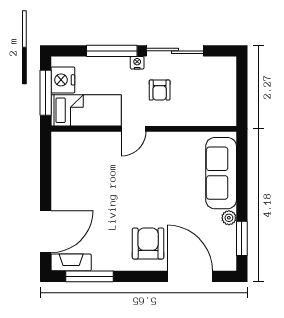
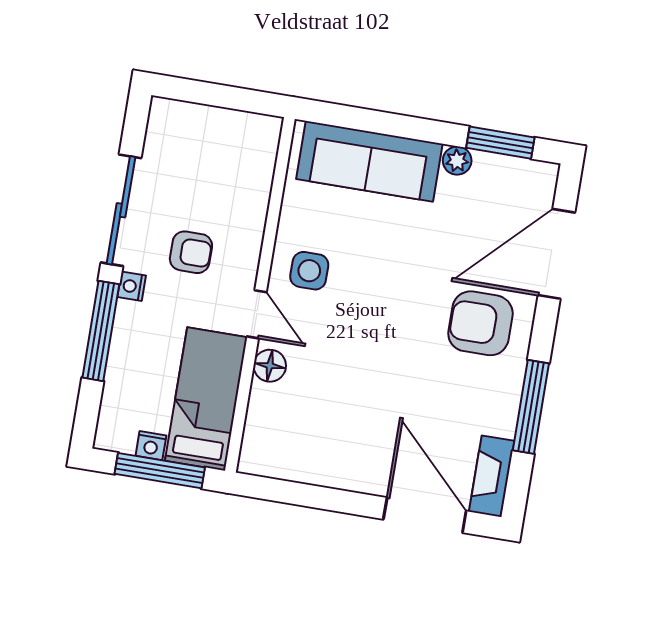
nightstand: (63, 80) -> (151, 446), width x0.53, depth x0.56
floor lamp: (108, 140) -> (270, 366), added
side table: (160, 152) -> (309, 271), added
window: (90, 276) -> (531, 407), moved

